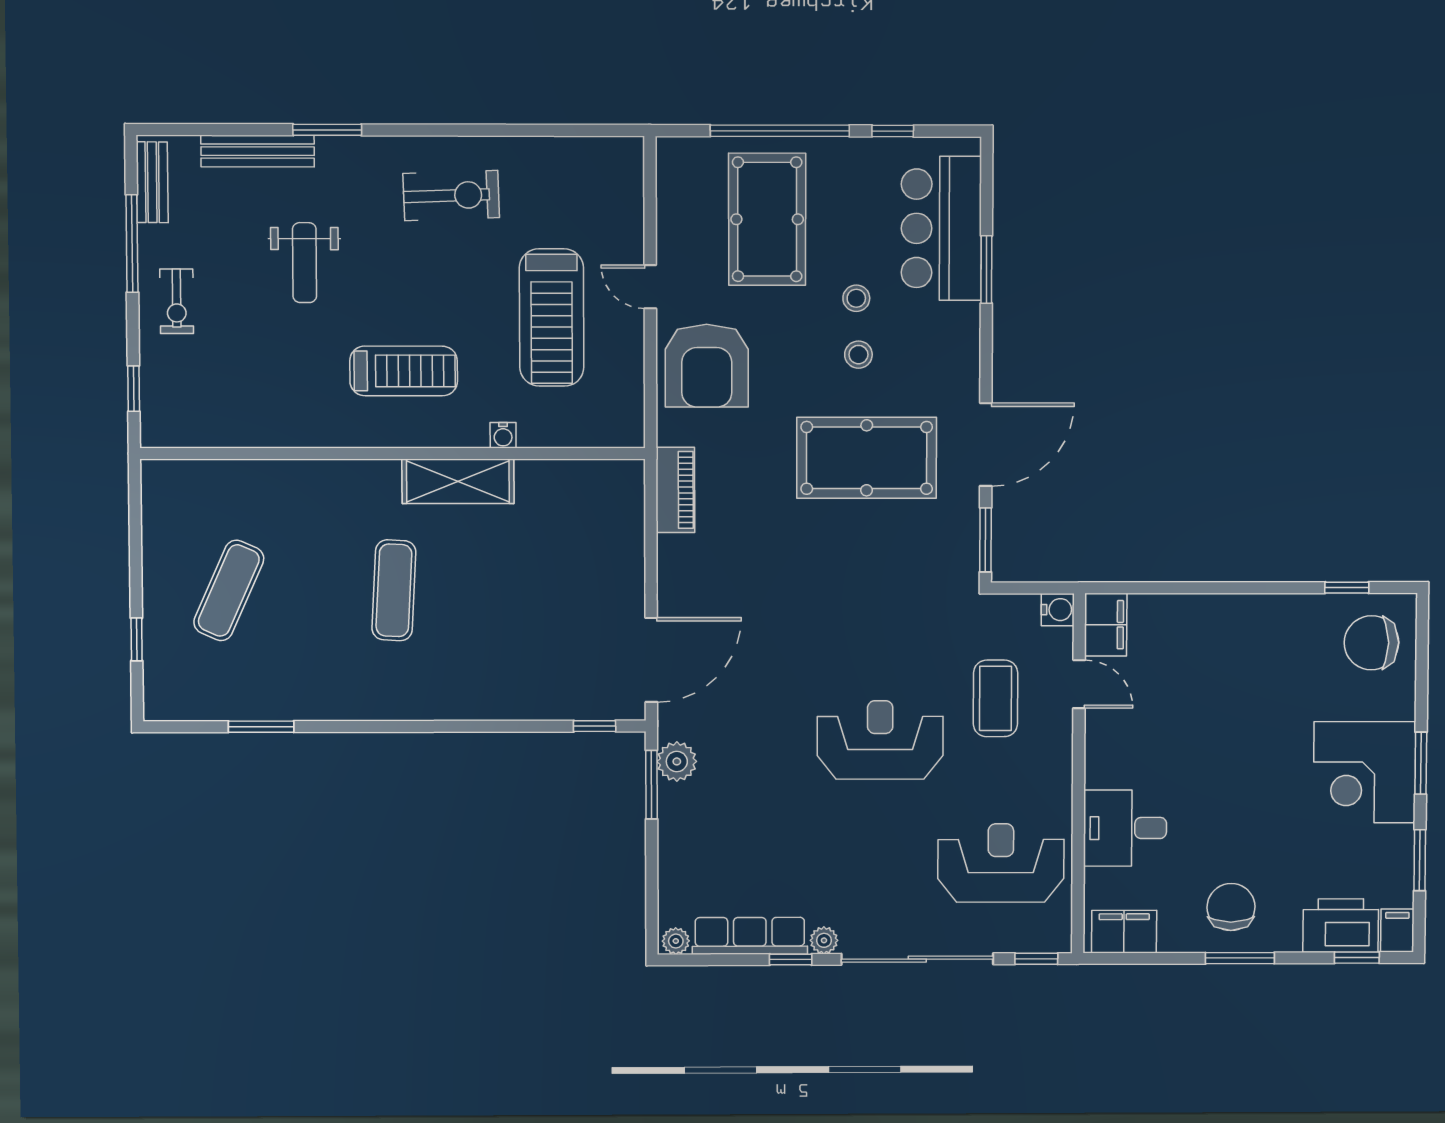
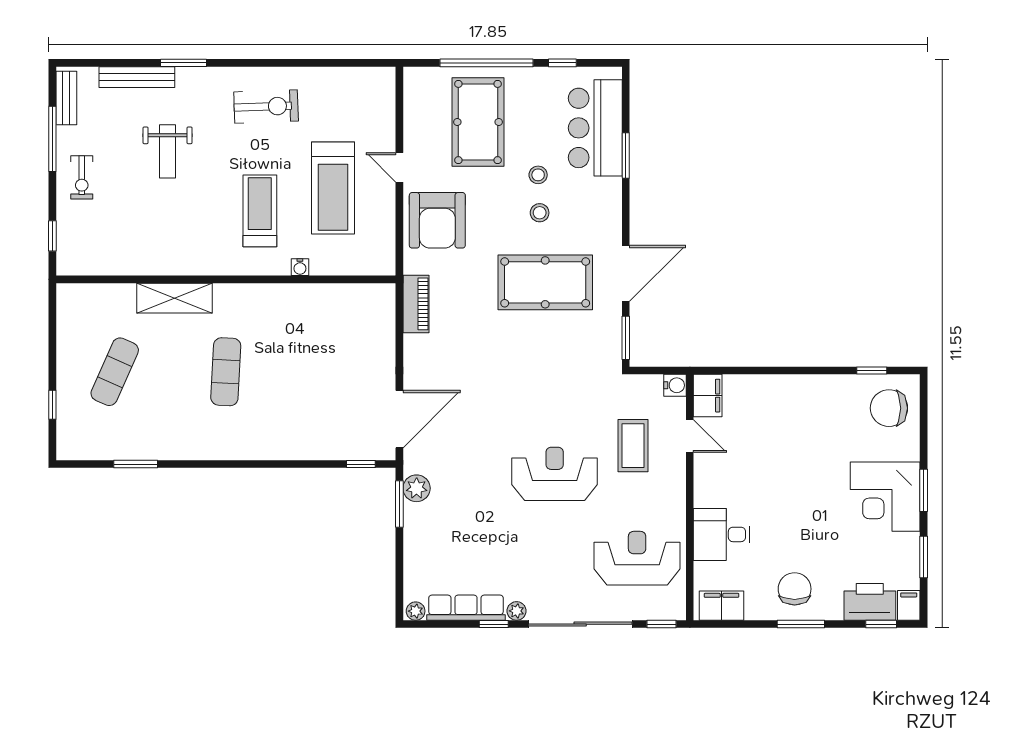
treadmill: (404, 371) -> (260, 211), moved, turned -90
shelving: (458, 481) -> (175, 298), moved

